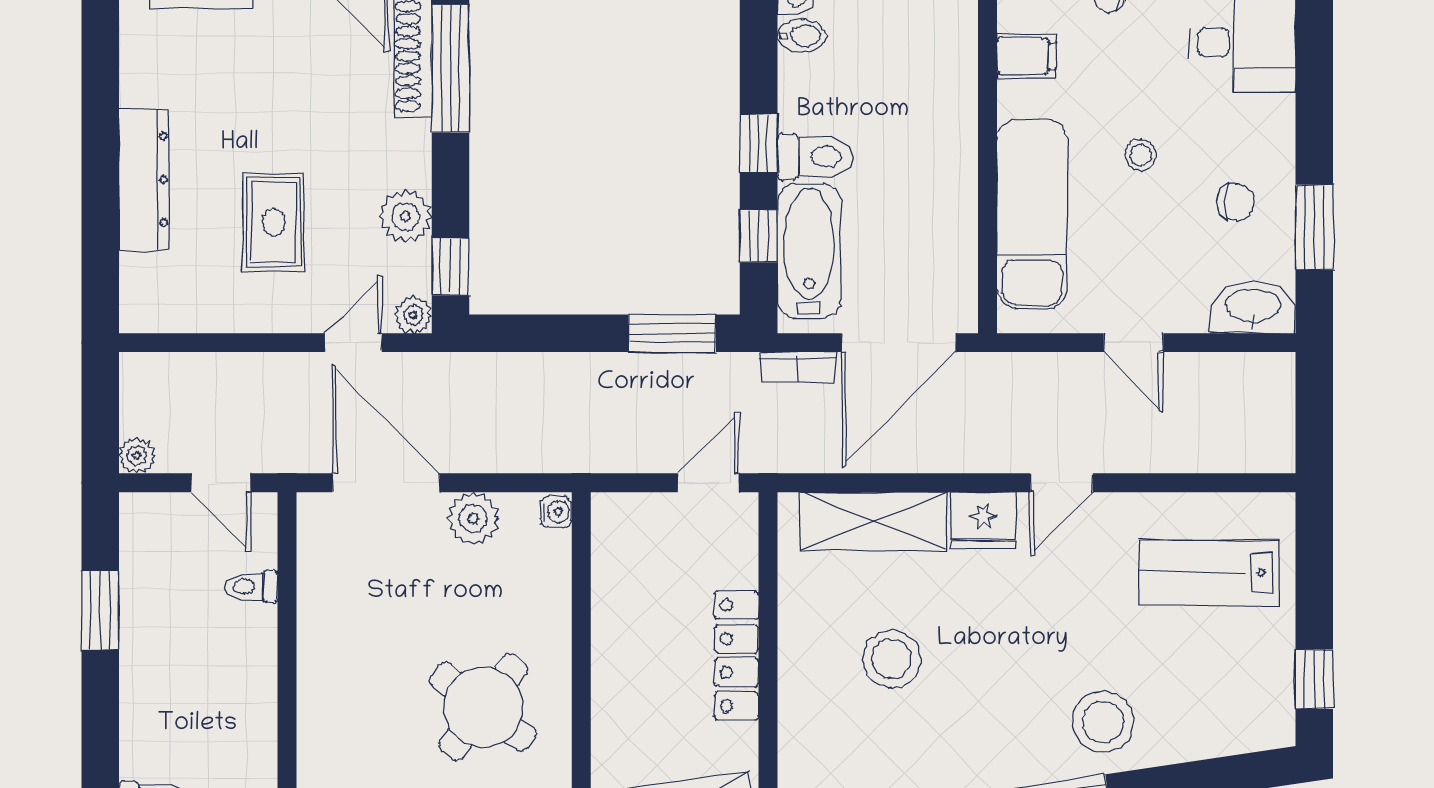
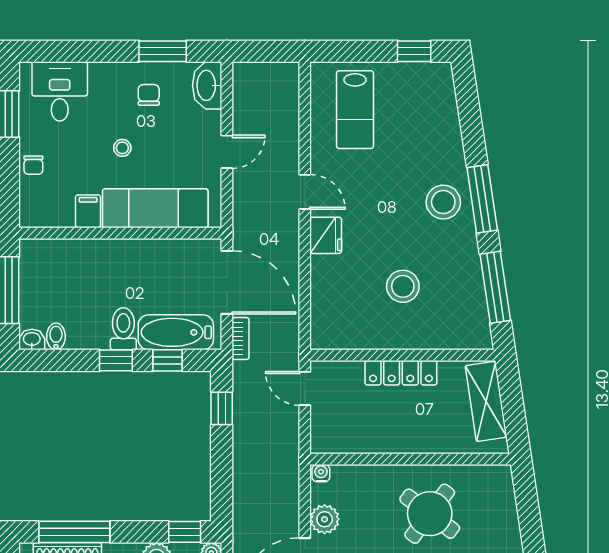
filing cabinet: (1027, 56) -> (88, 211), moved
window: (672, 333) -> (222, 408), width x0.67
shelving: (873, 521) -> (326, 296), removed
stool: (1103, 722) -> (443, 202), moved

